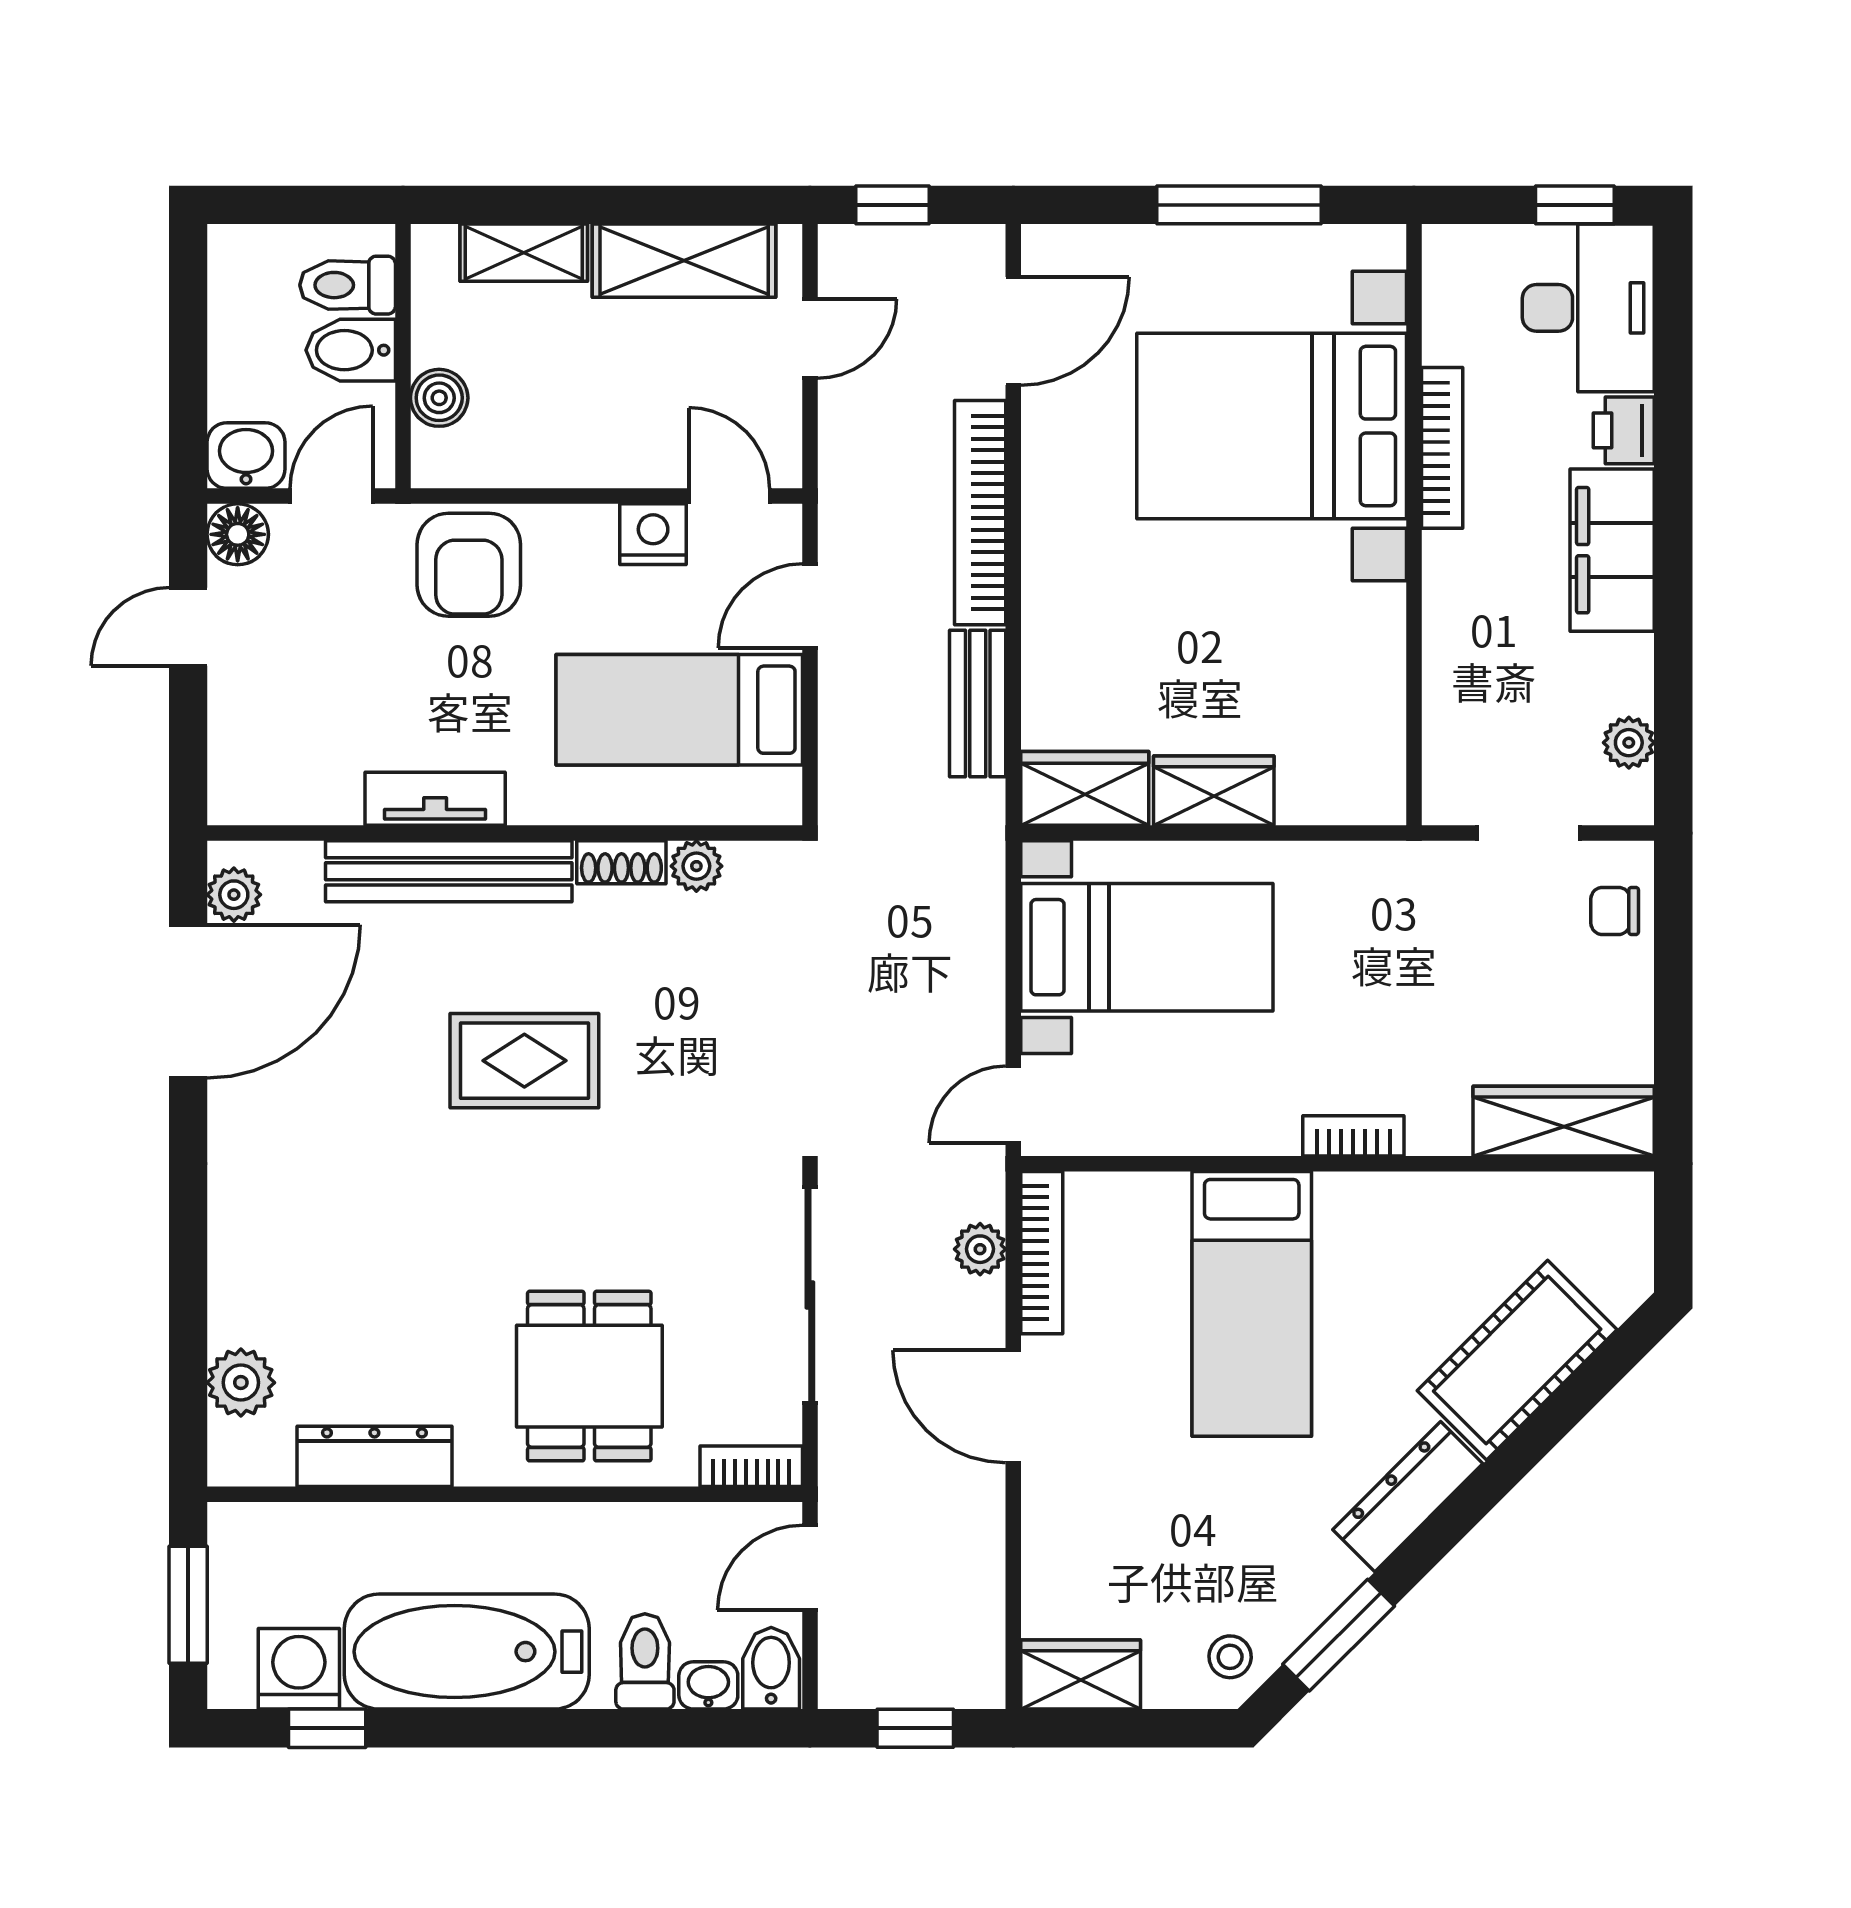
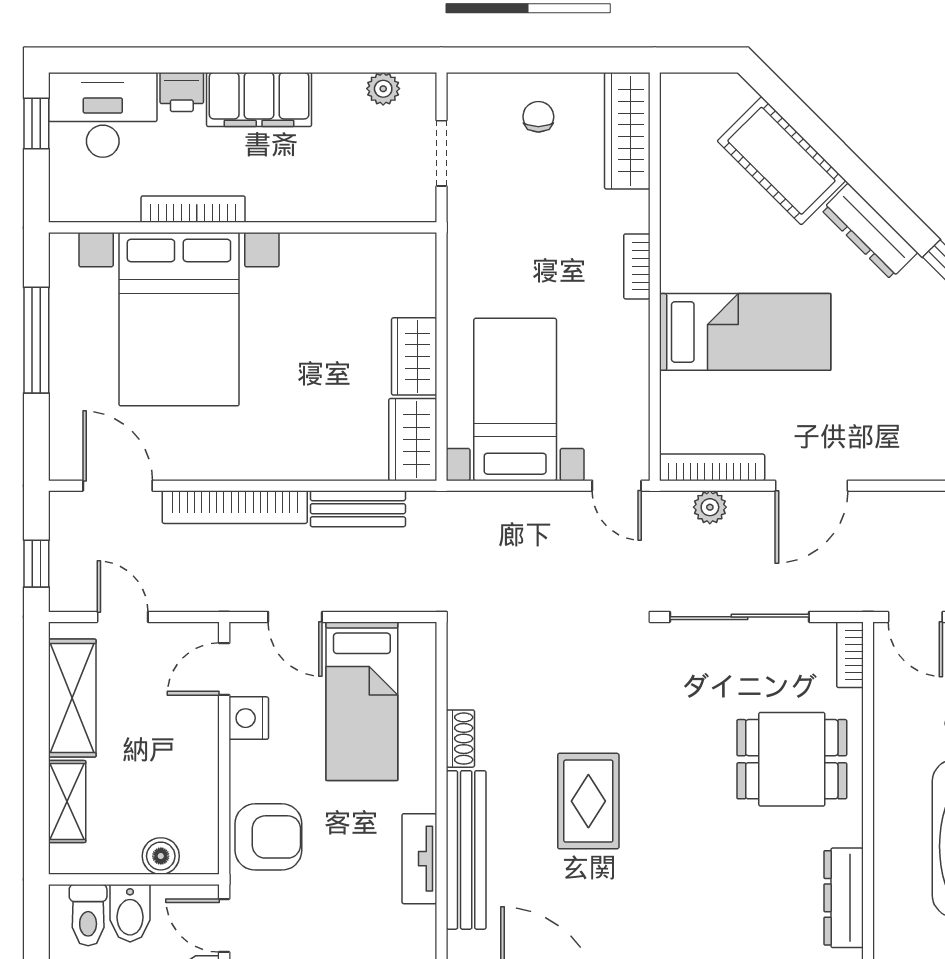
plant: (696, 866) -> (463, 690), removed
chair: (1615, 911) -> (538, 117), moved, turned 180

